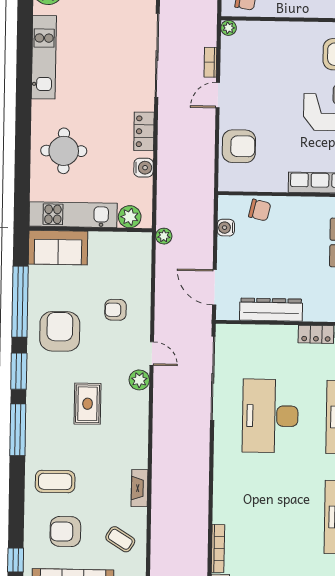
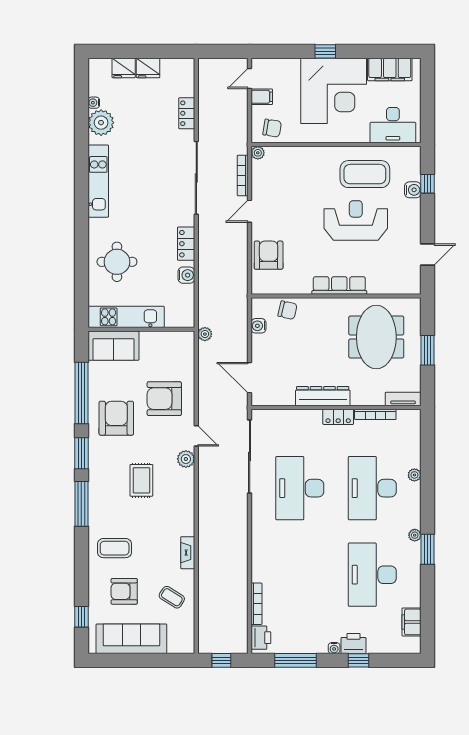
bookcase: (210, 62) -> (243, 176), width x1.56
armchair: (239, 146) -> (269, 255), turned -90
plant: (130, 217) -> (175, 318), removed
armchair: (116, 310) -> (164, 399), width x1.88, depth x1.88
dresser: (271, 310) -> (323, 396), moved

